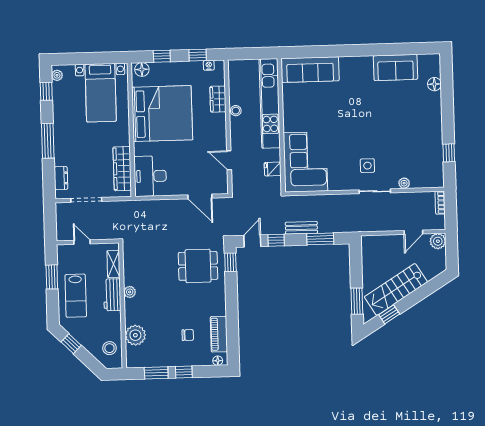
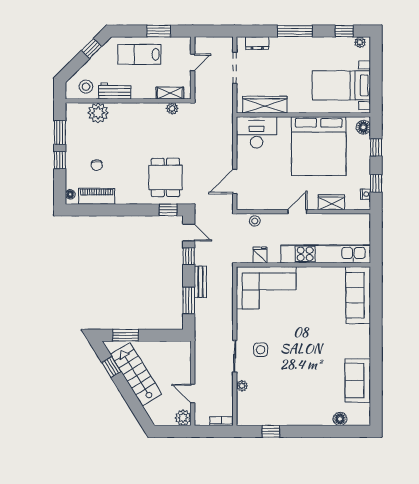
stool: (236, 111) -> (255, 221), moved
door: (229, 160) -> (297, 212), moved
plant: (130, 292) -> (172, 108), moved
workbench: (112, 295) -> (115, 91), moved

